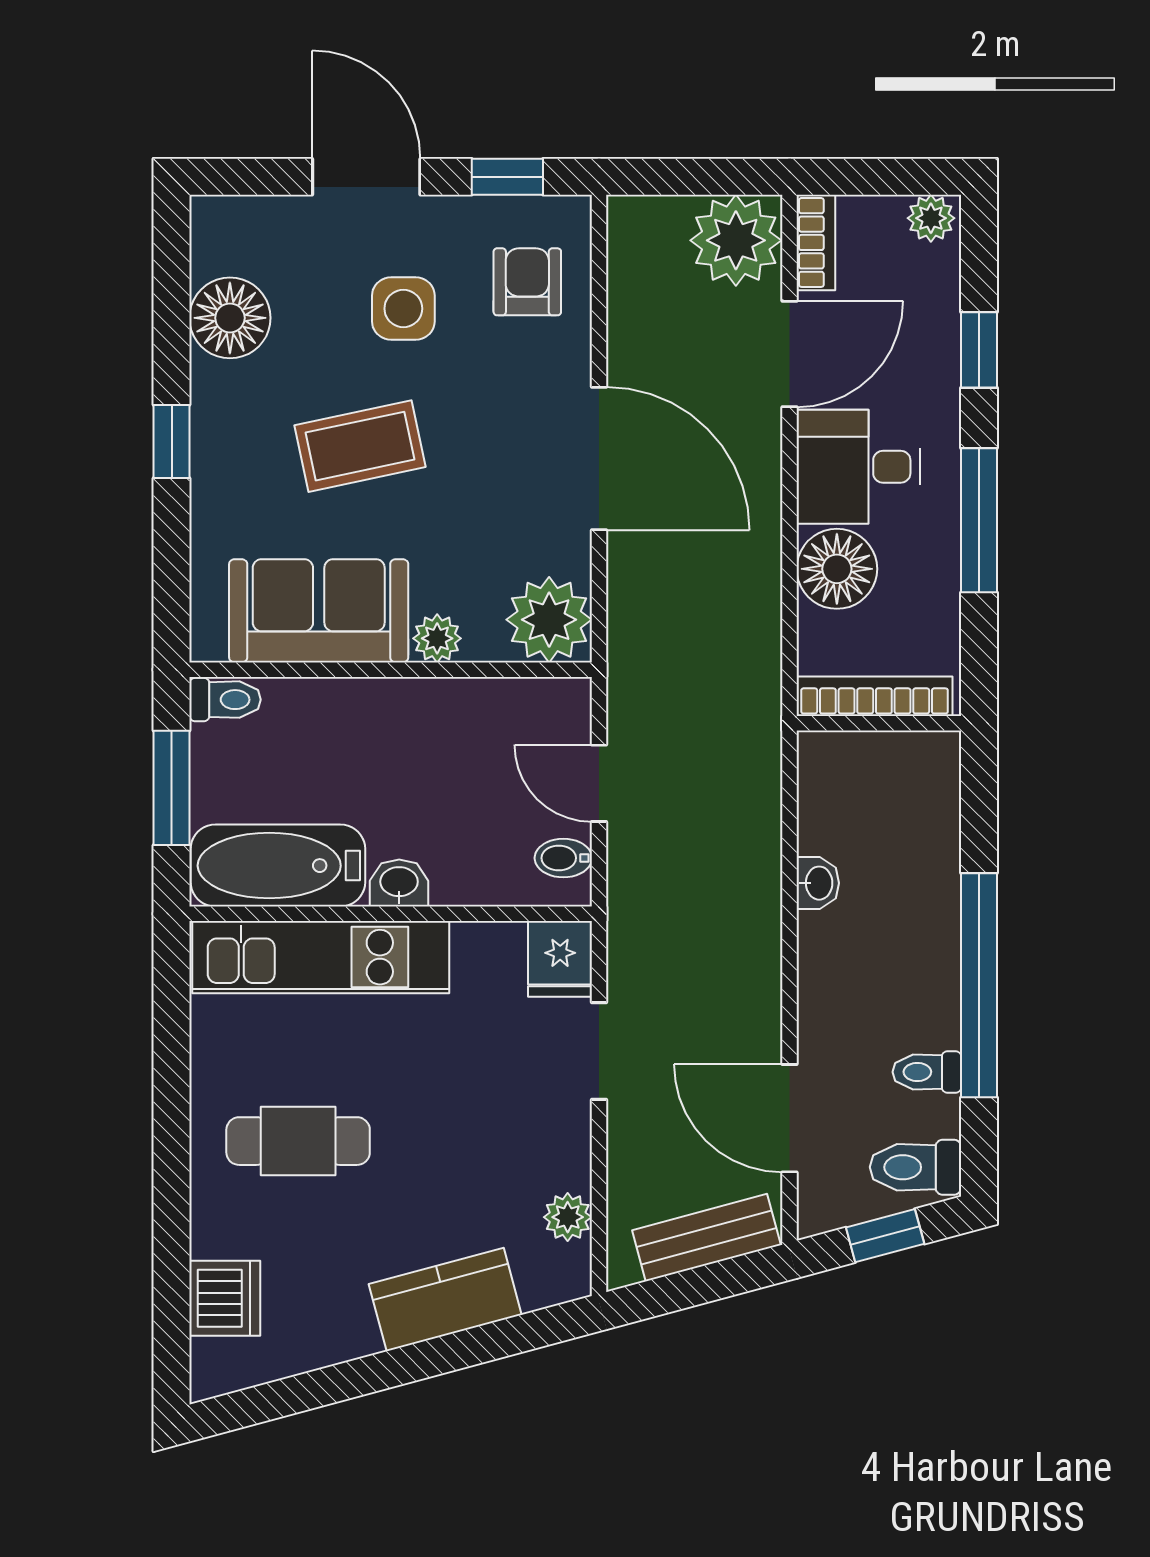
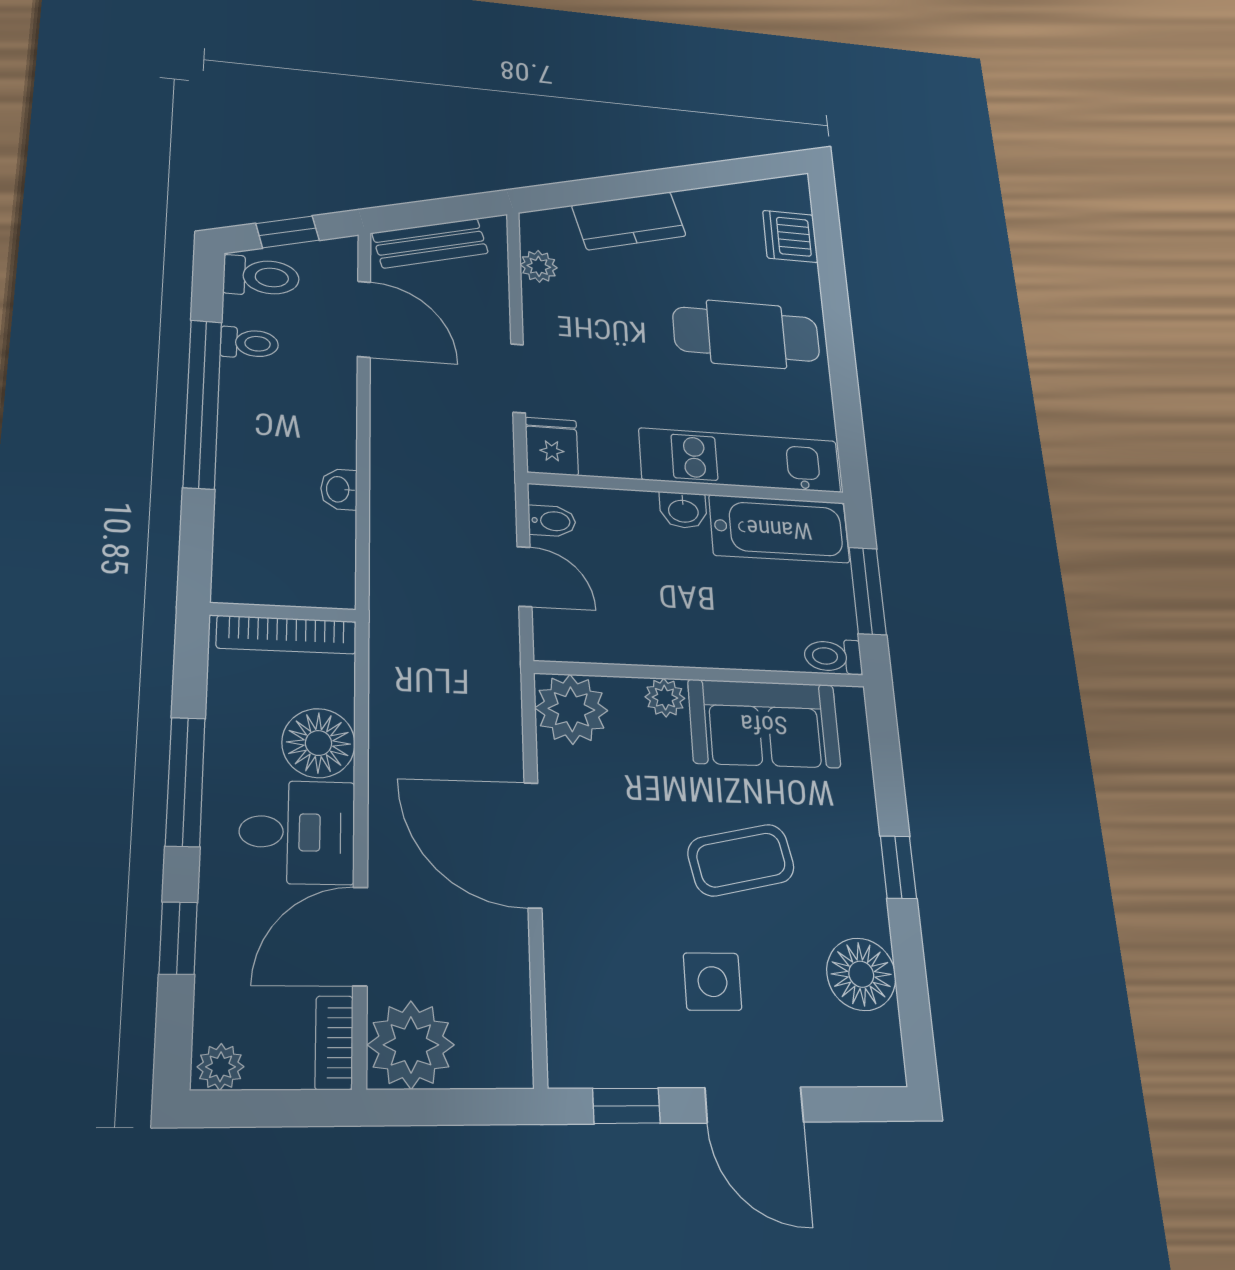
armchair: (527, 282) -> (603, 1006), removed
cafe table: (298, 1141) -> (746, 334), width x1.37, depth x1.35

